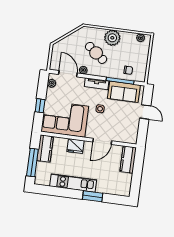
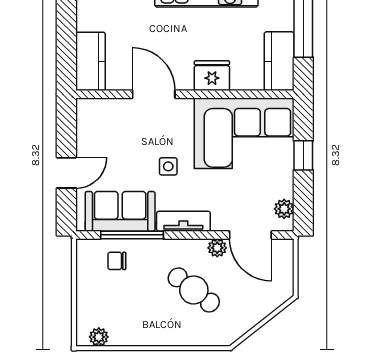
plant: (112, 38) -> (162, 329), removed
door: (145, 112) -> (66, 173), swing flipped
door: (102, 141) -> (154, 94), hinge flipped

